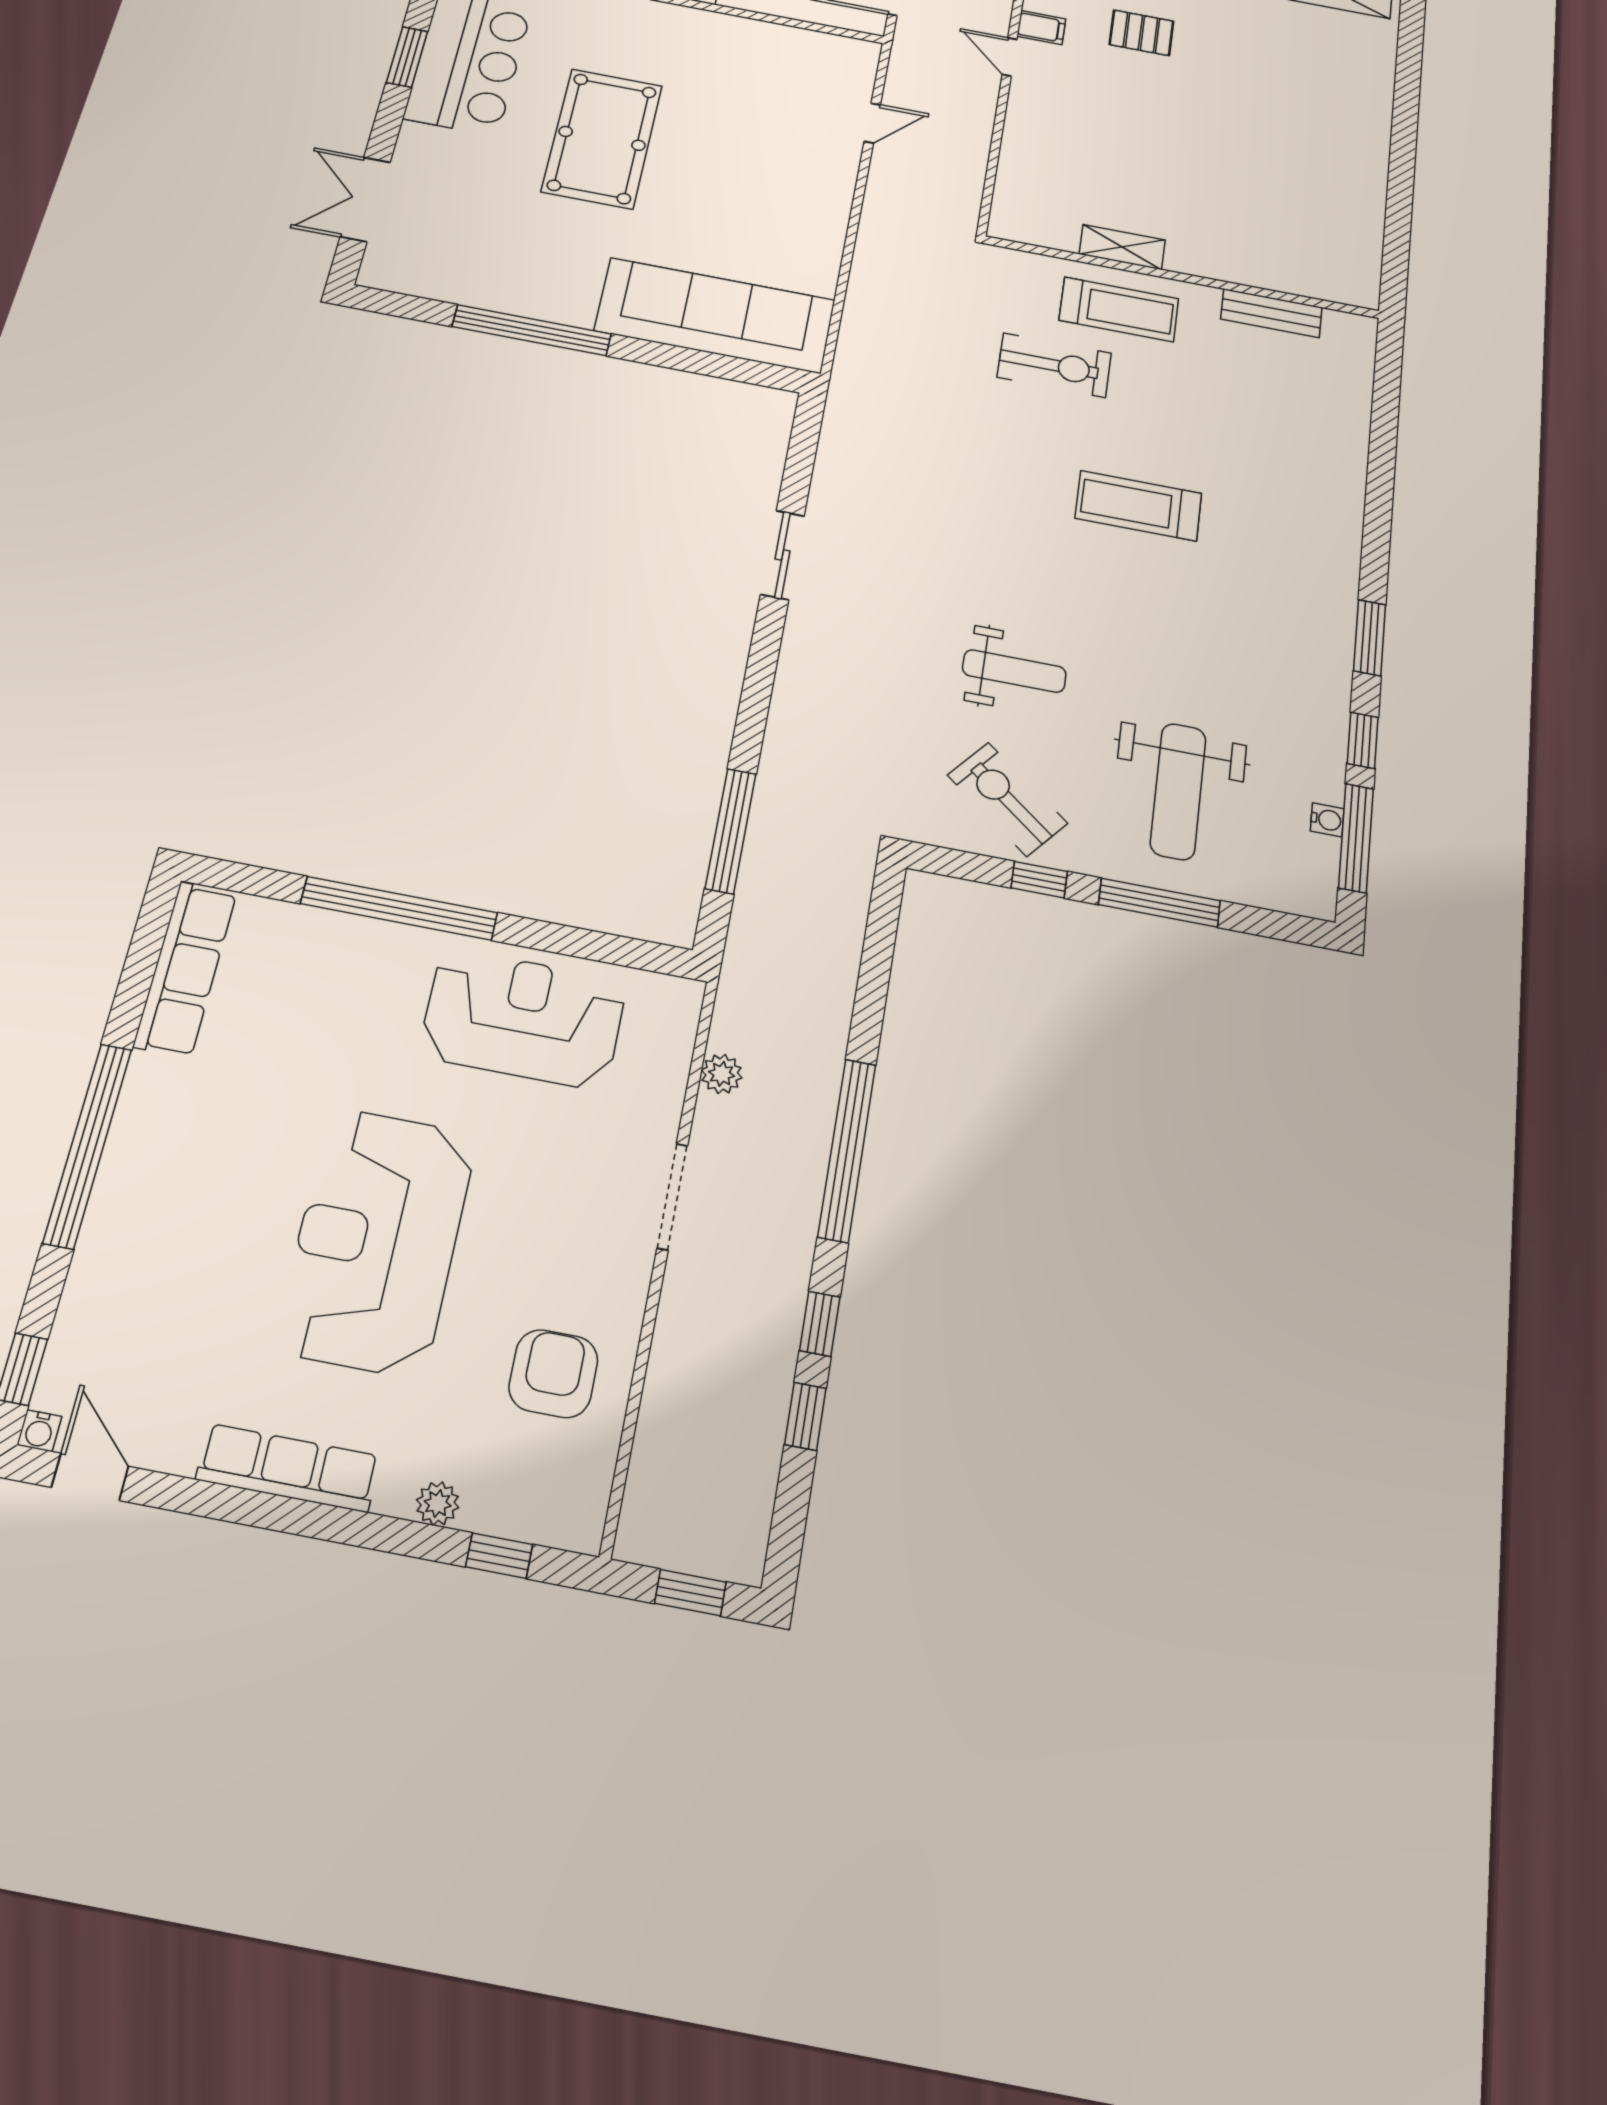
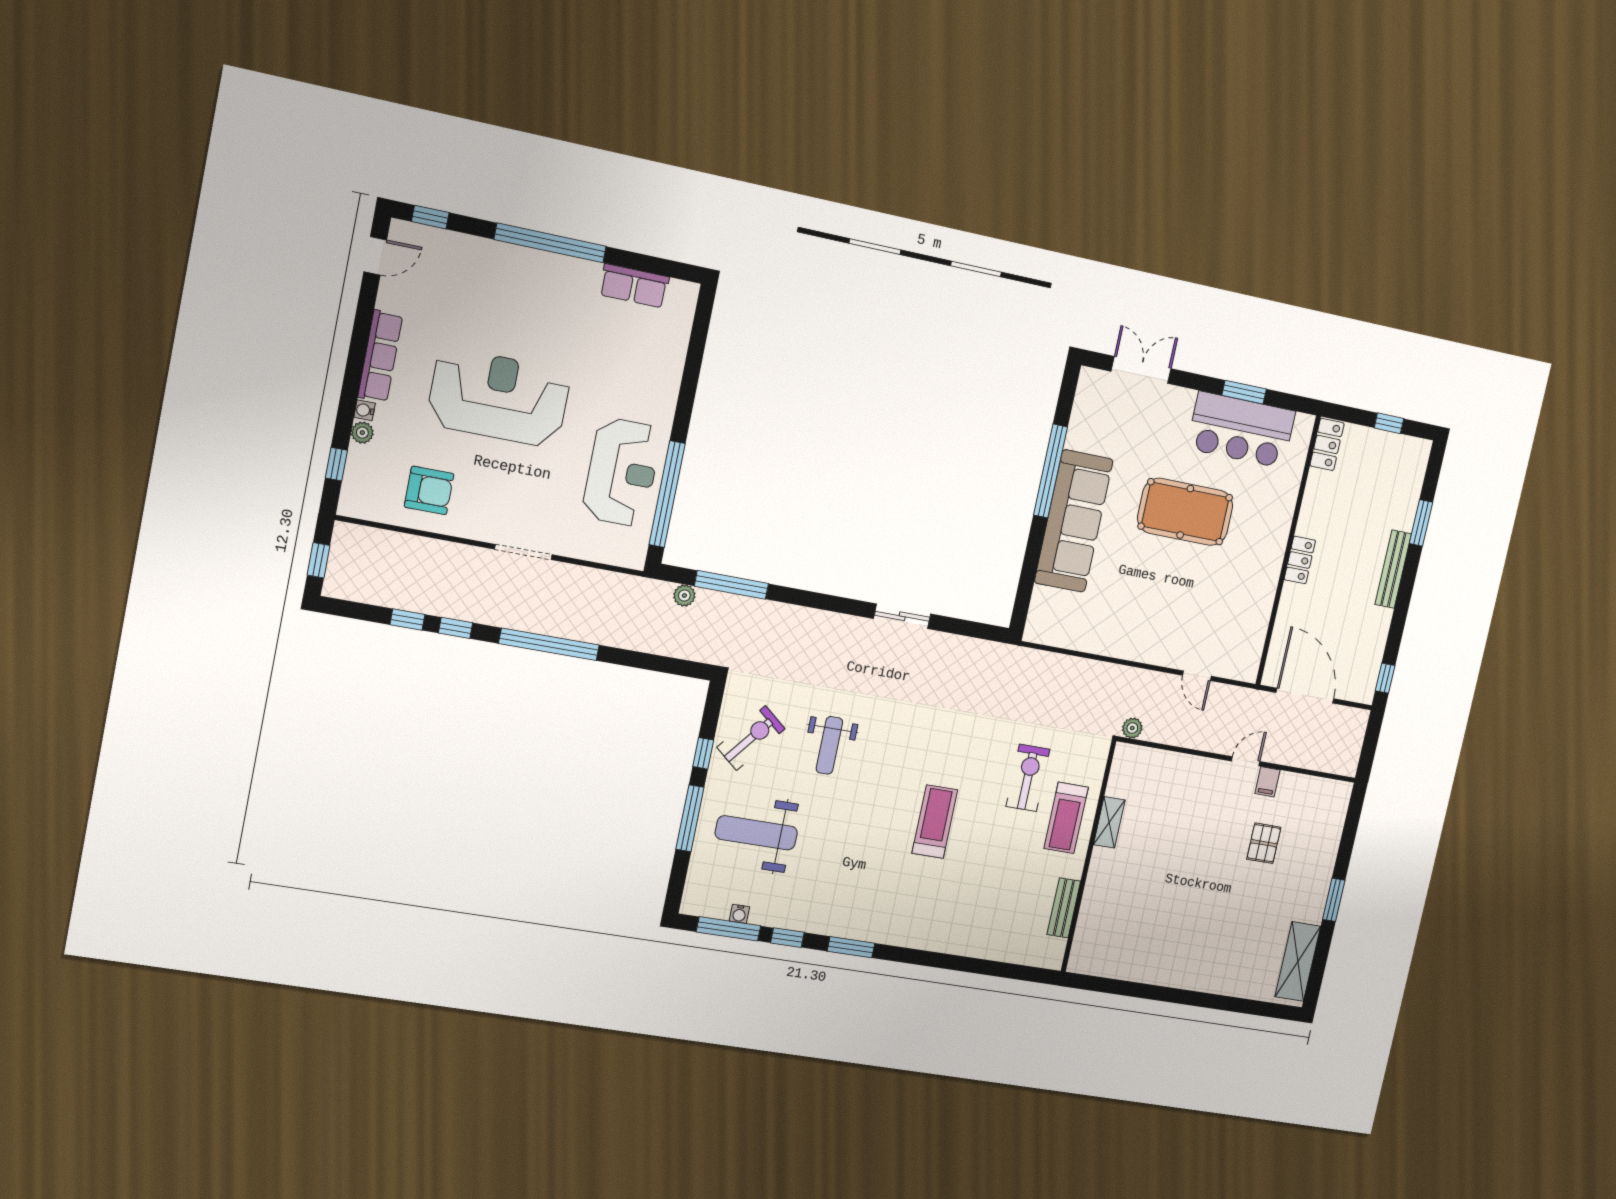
plant: (963, 214) -> (1132, 728), added
sofa: (715, 315) -> (1074, 521), moved
exercise bike: (1054, 365) -> (1028, 778), turned 180
window: (399, 908) -> (667, 494), moved
row of seats: (185, 969) -> (634, 286), width x0.68
plant: (722, 1074) -> (684, 596), moved
water cooler: (39, 1431) -> (365, 410), moved

